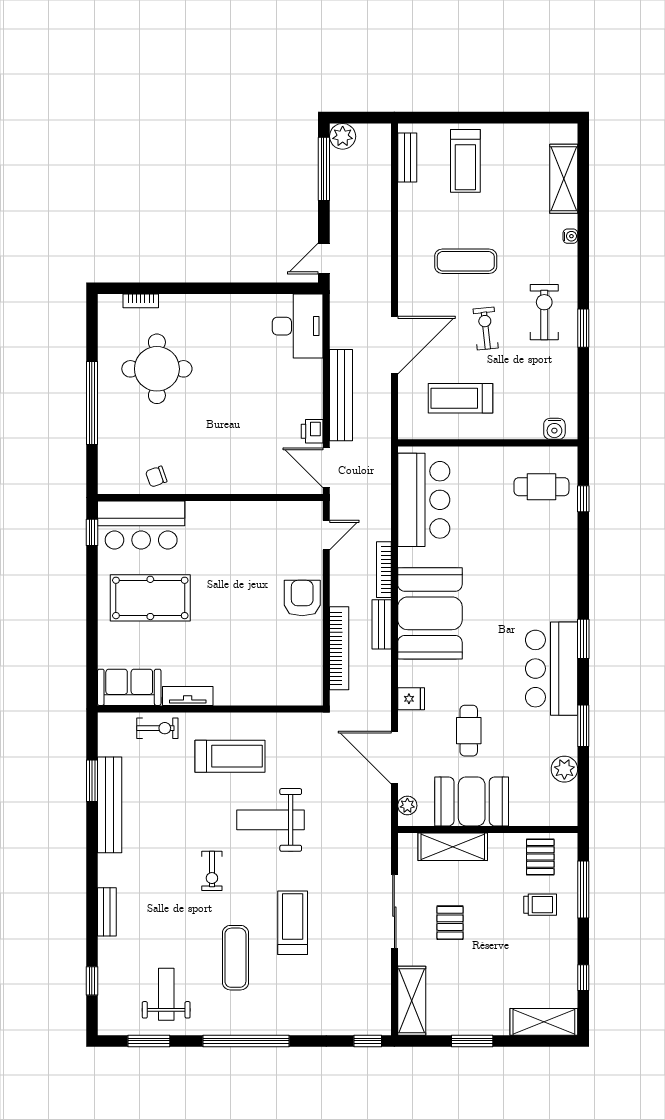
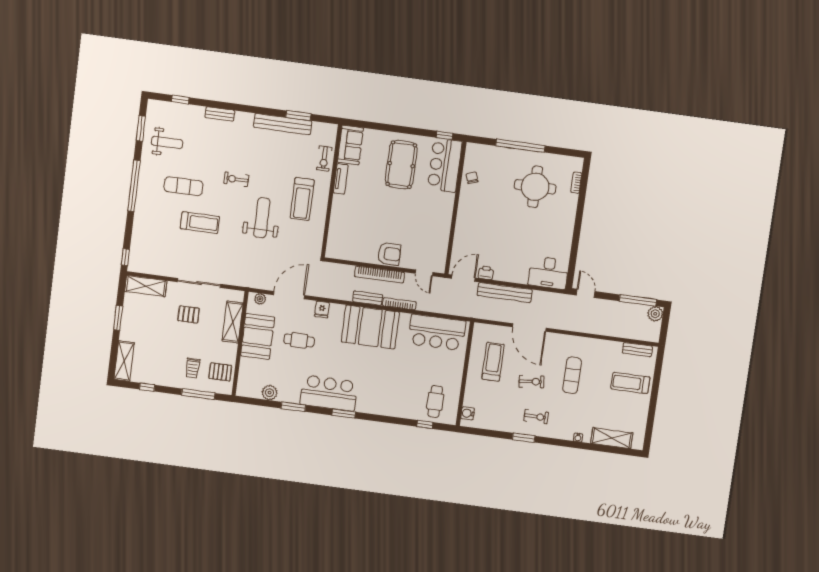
exercise bike: (544, 312) -> (536, 417), width x0.73, depth x0.72
bookcase: (339, 648) -> (379, 274), moved

